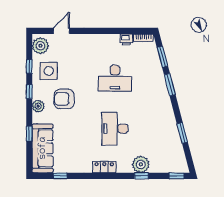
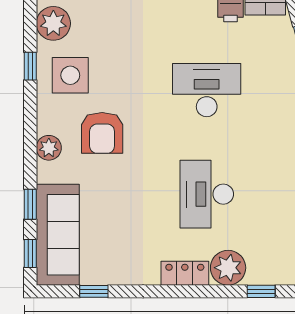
desk: (115, 78) -> (207, 90), turned 180
window: (29, 92) -> (30, 254), moved
armchair: (64, 99) -> (102, 133), turned -90
plant: (141, 164) -> (228, 268), moved

